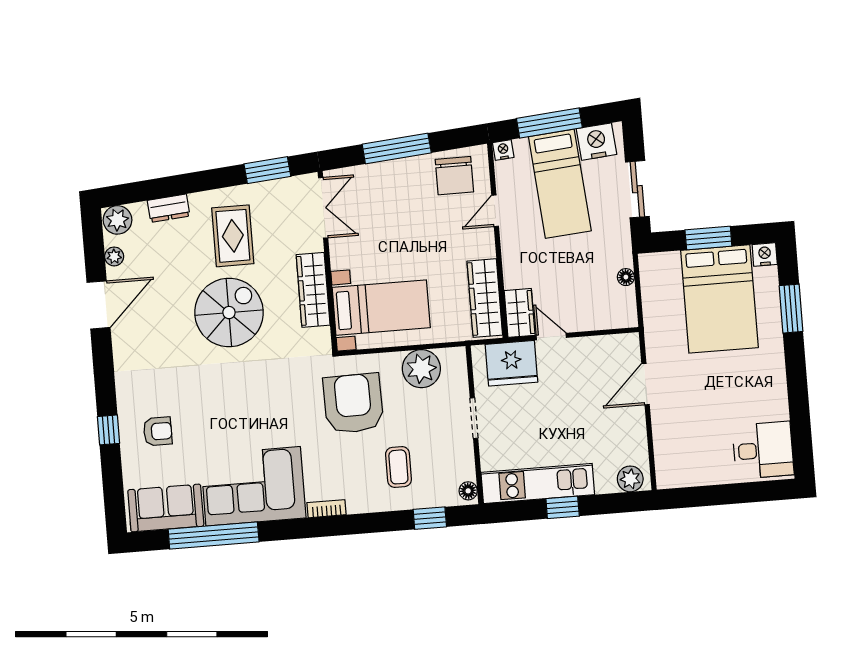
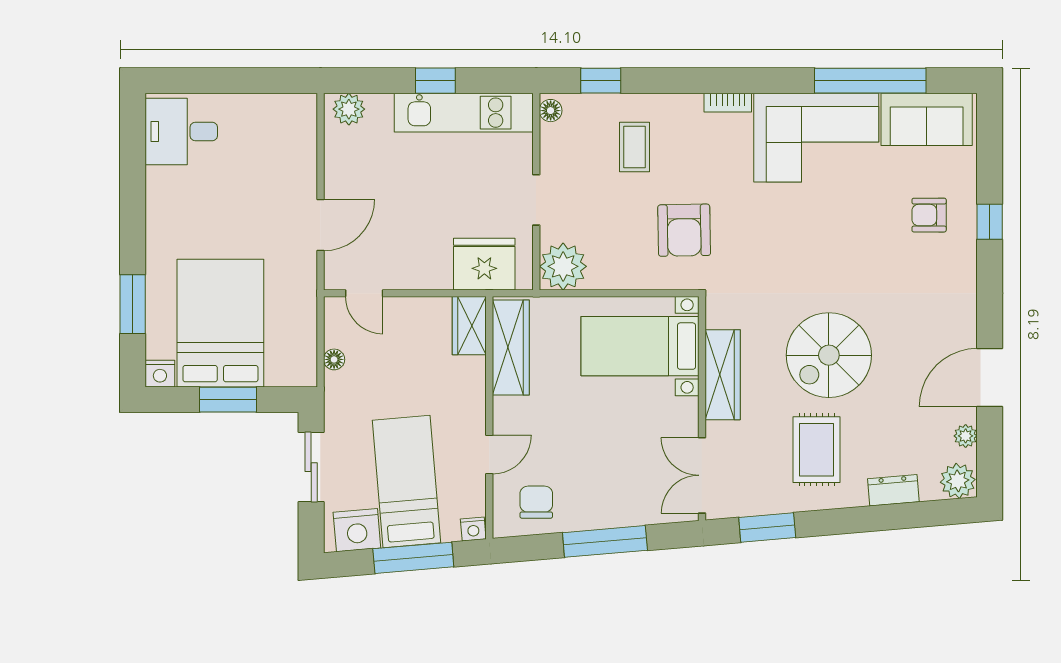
chair: (454, 176) -> (536, 502), width x0.73, depth x0.73
door: (551, 337) -> (364, 293), moved
plant: (421, 369) -> (563, 266), moved
armchair: (353, 403) -> (684, 230), width x0.73, depth x0.73

